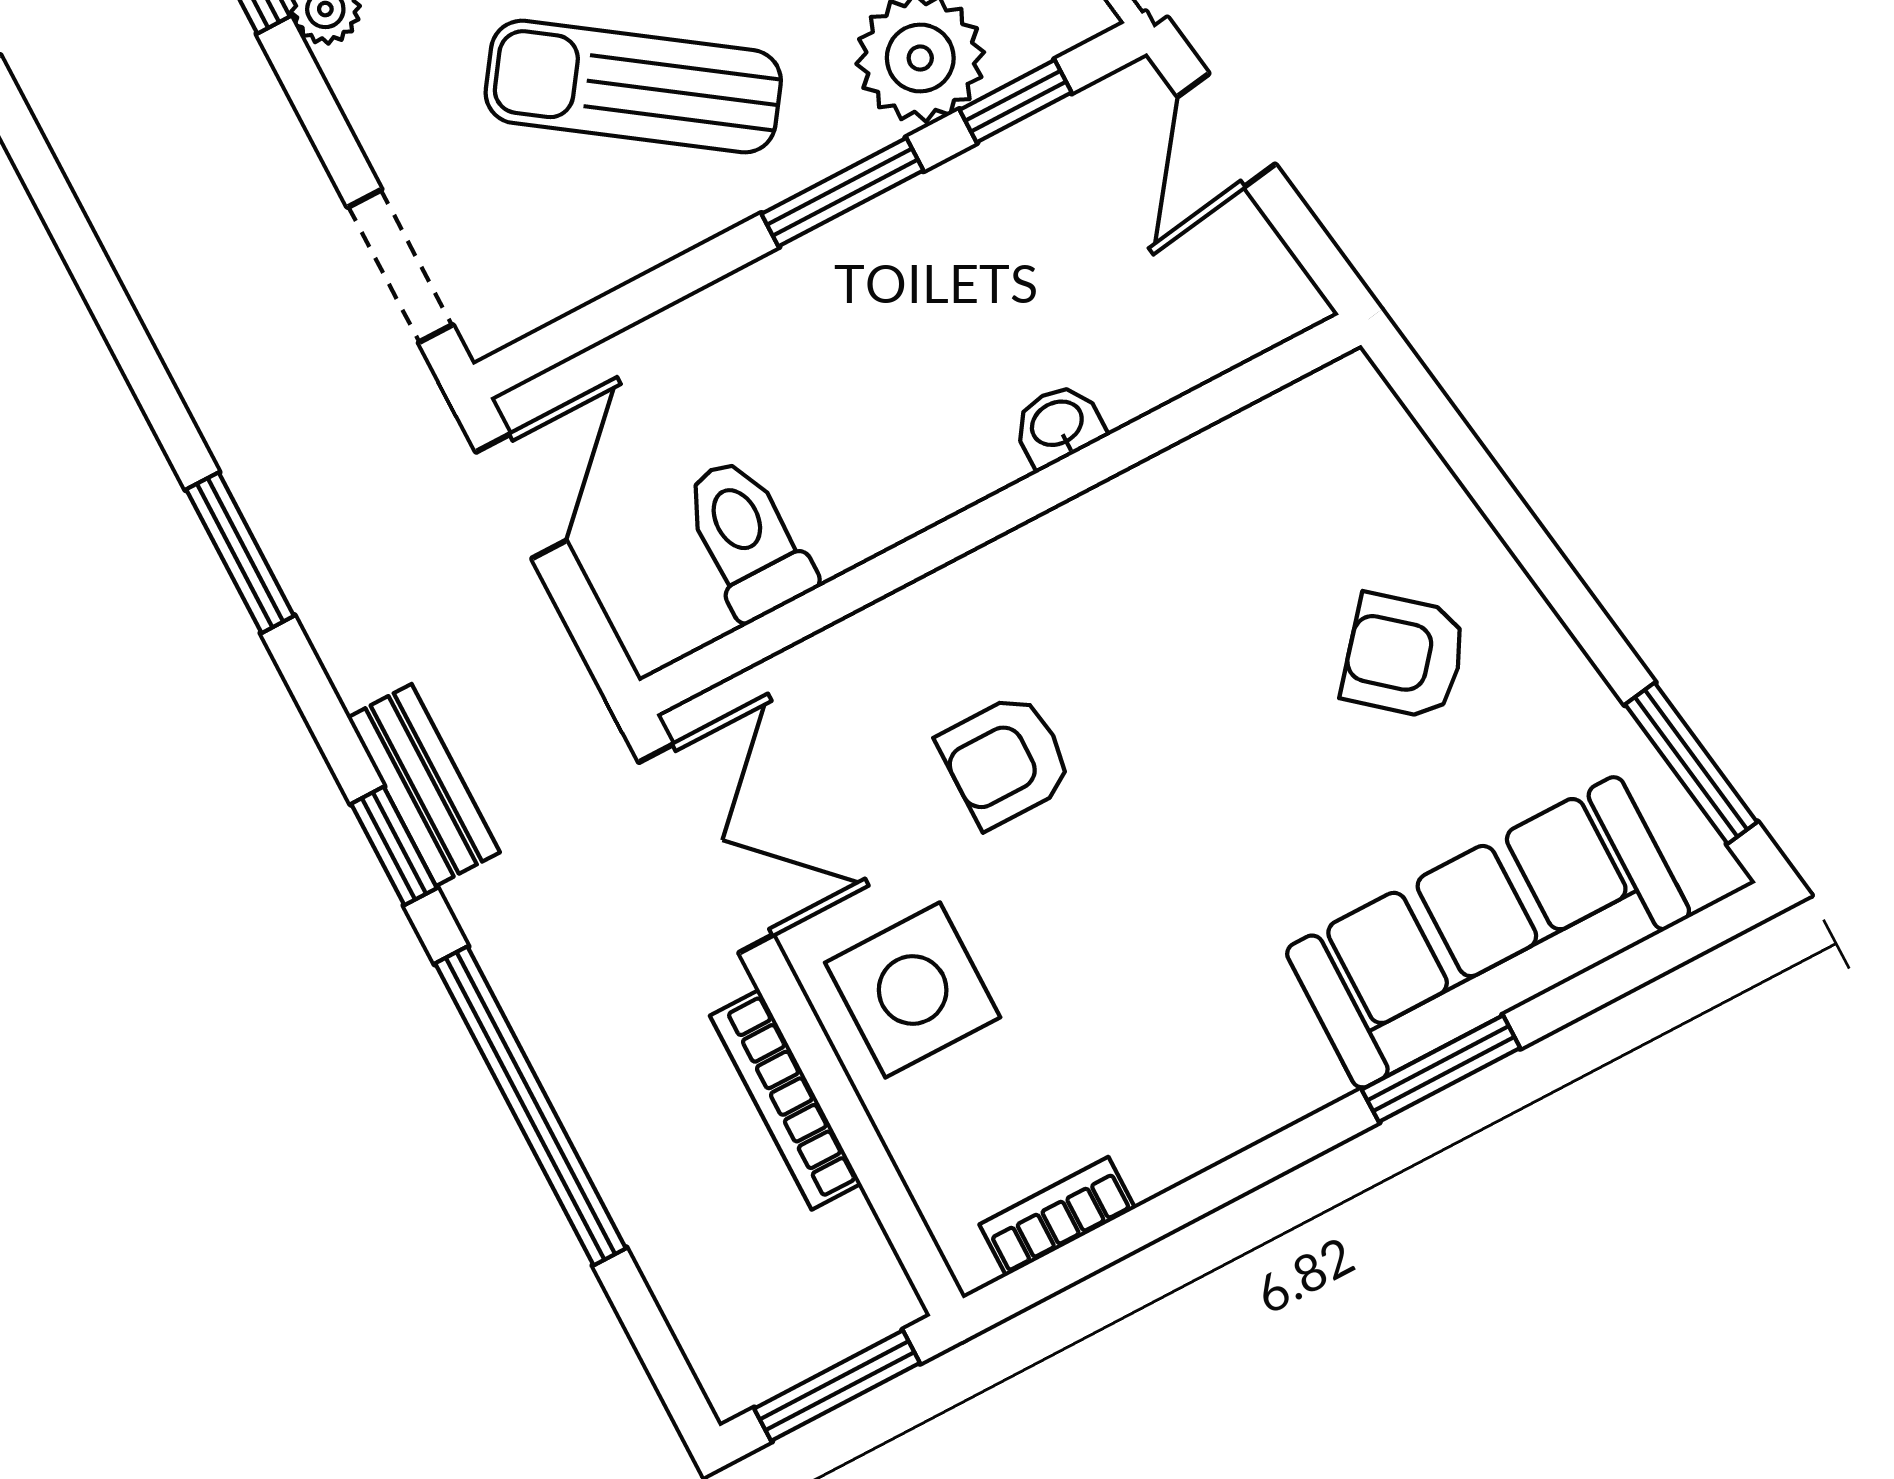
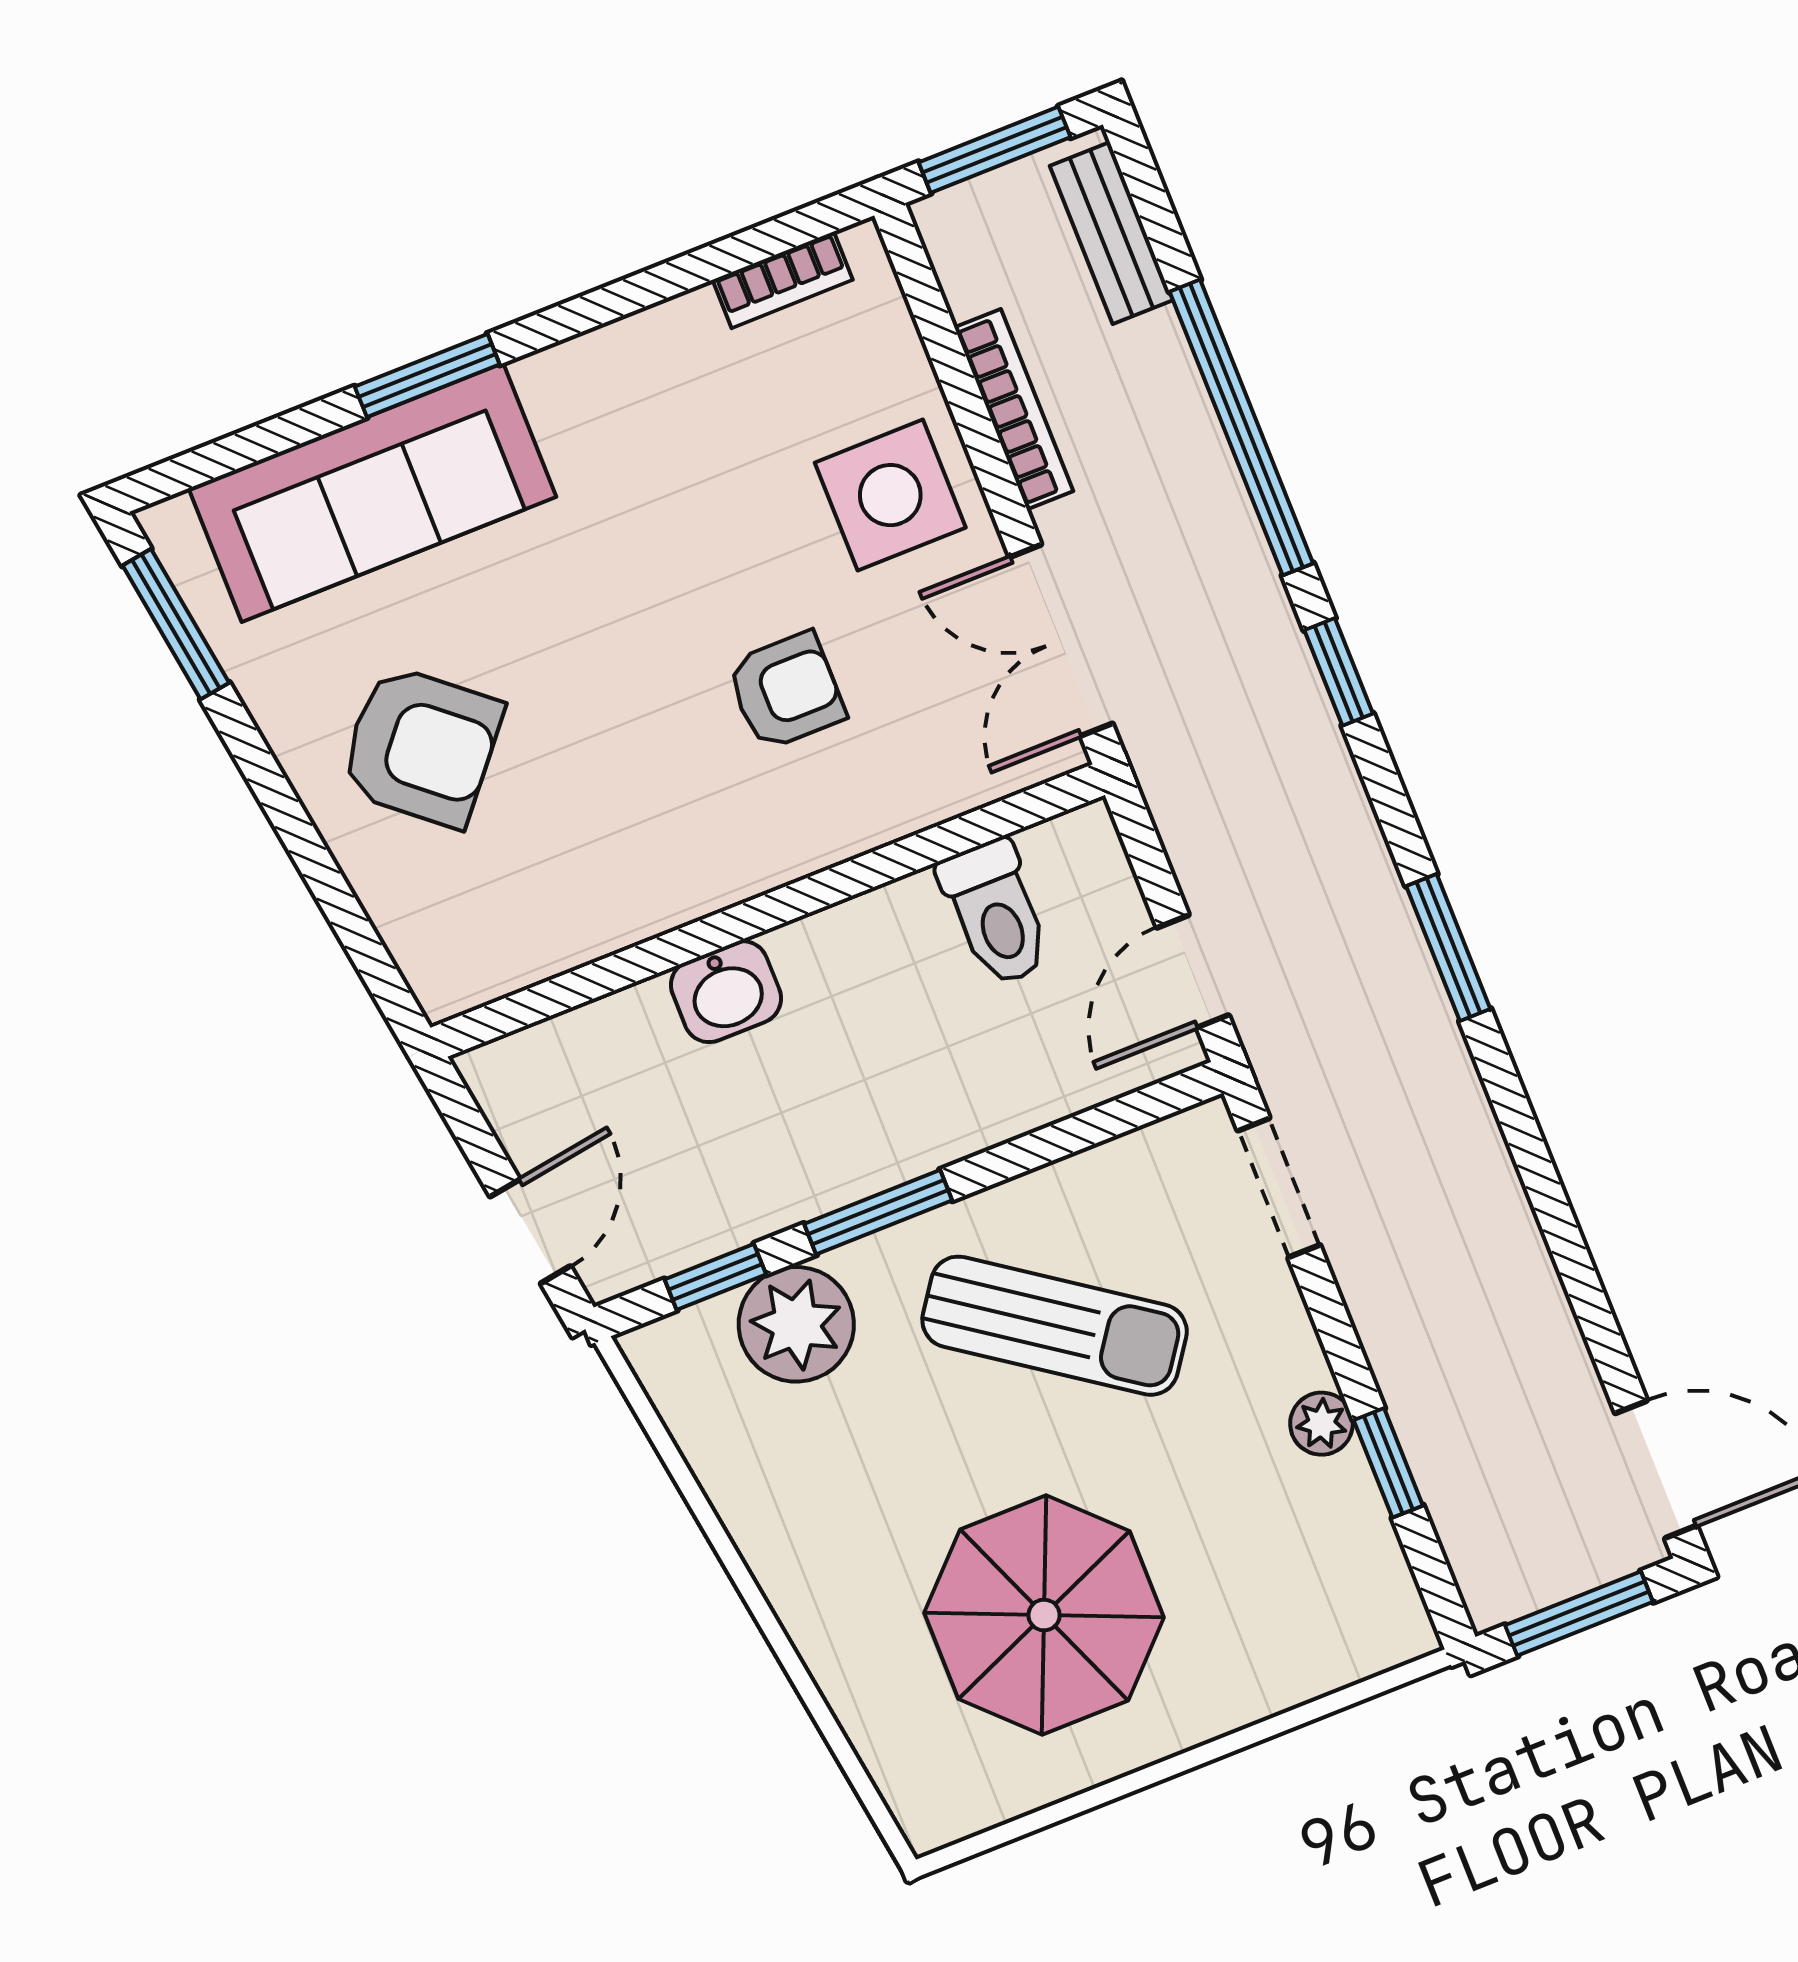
washbasin: (1058, 425) -> (726, 992), width x1.38, depth x1.45
armchair: (1404, 656) -> (421, 746), width x1.38, depth x1.38
bench: (424, 785) -> (1111, 233), moved

